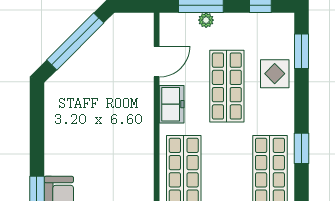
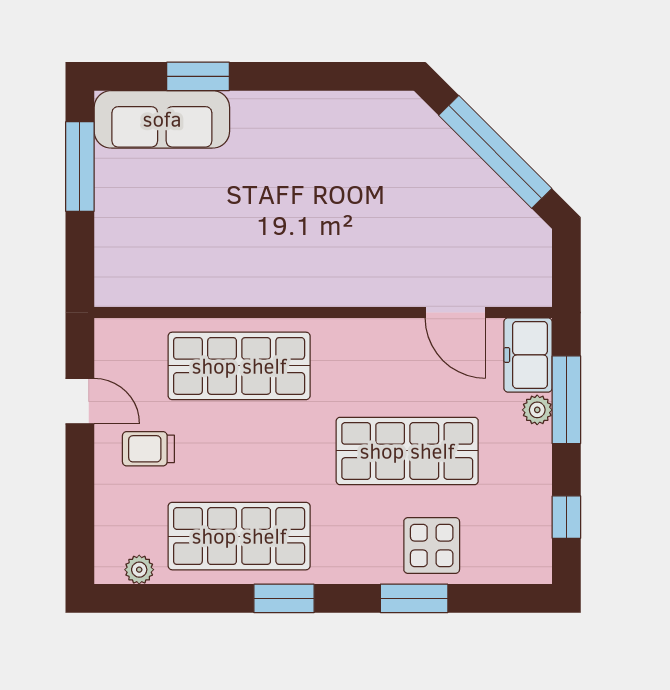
window: (302, 51) -> (414, 598), moved
freezer: (172, 104) -> (528, 355), moved, turned 90

